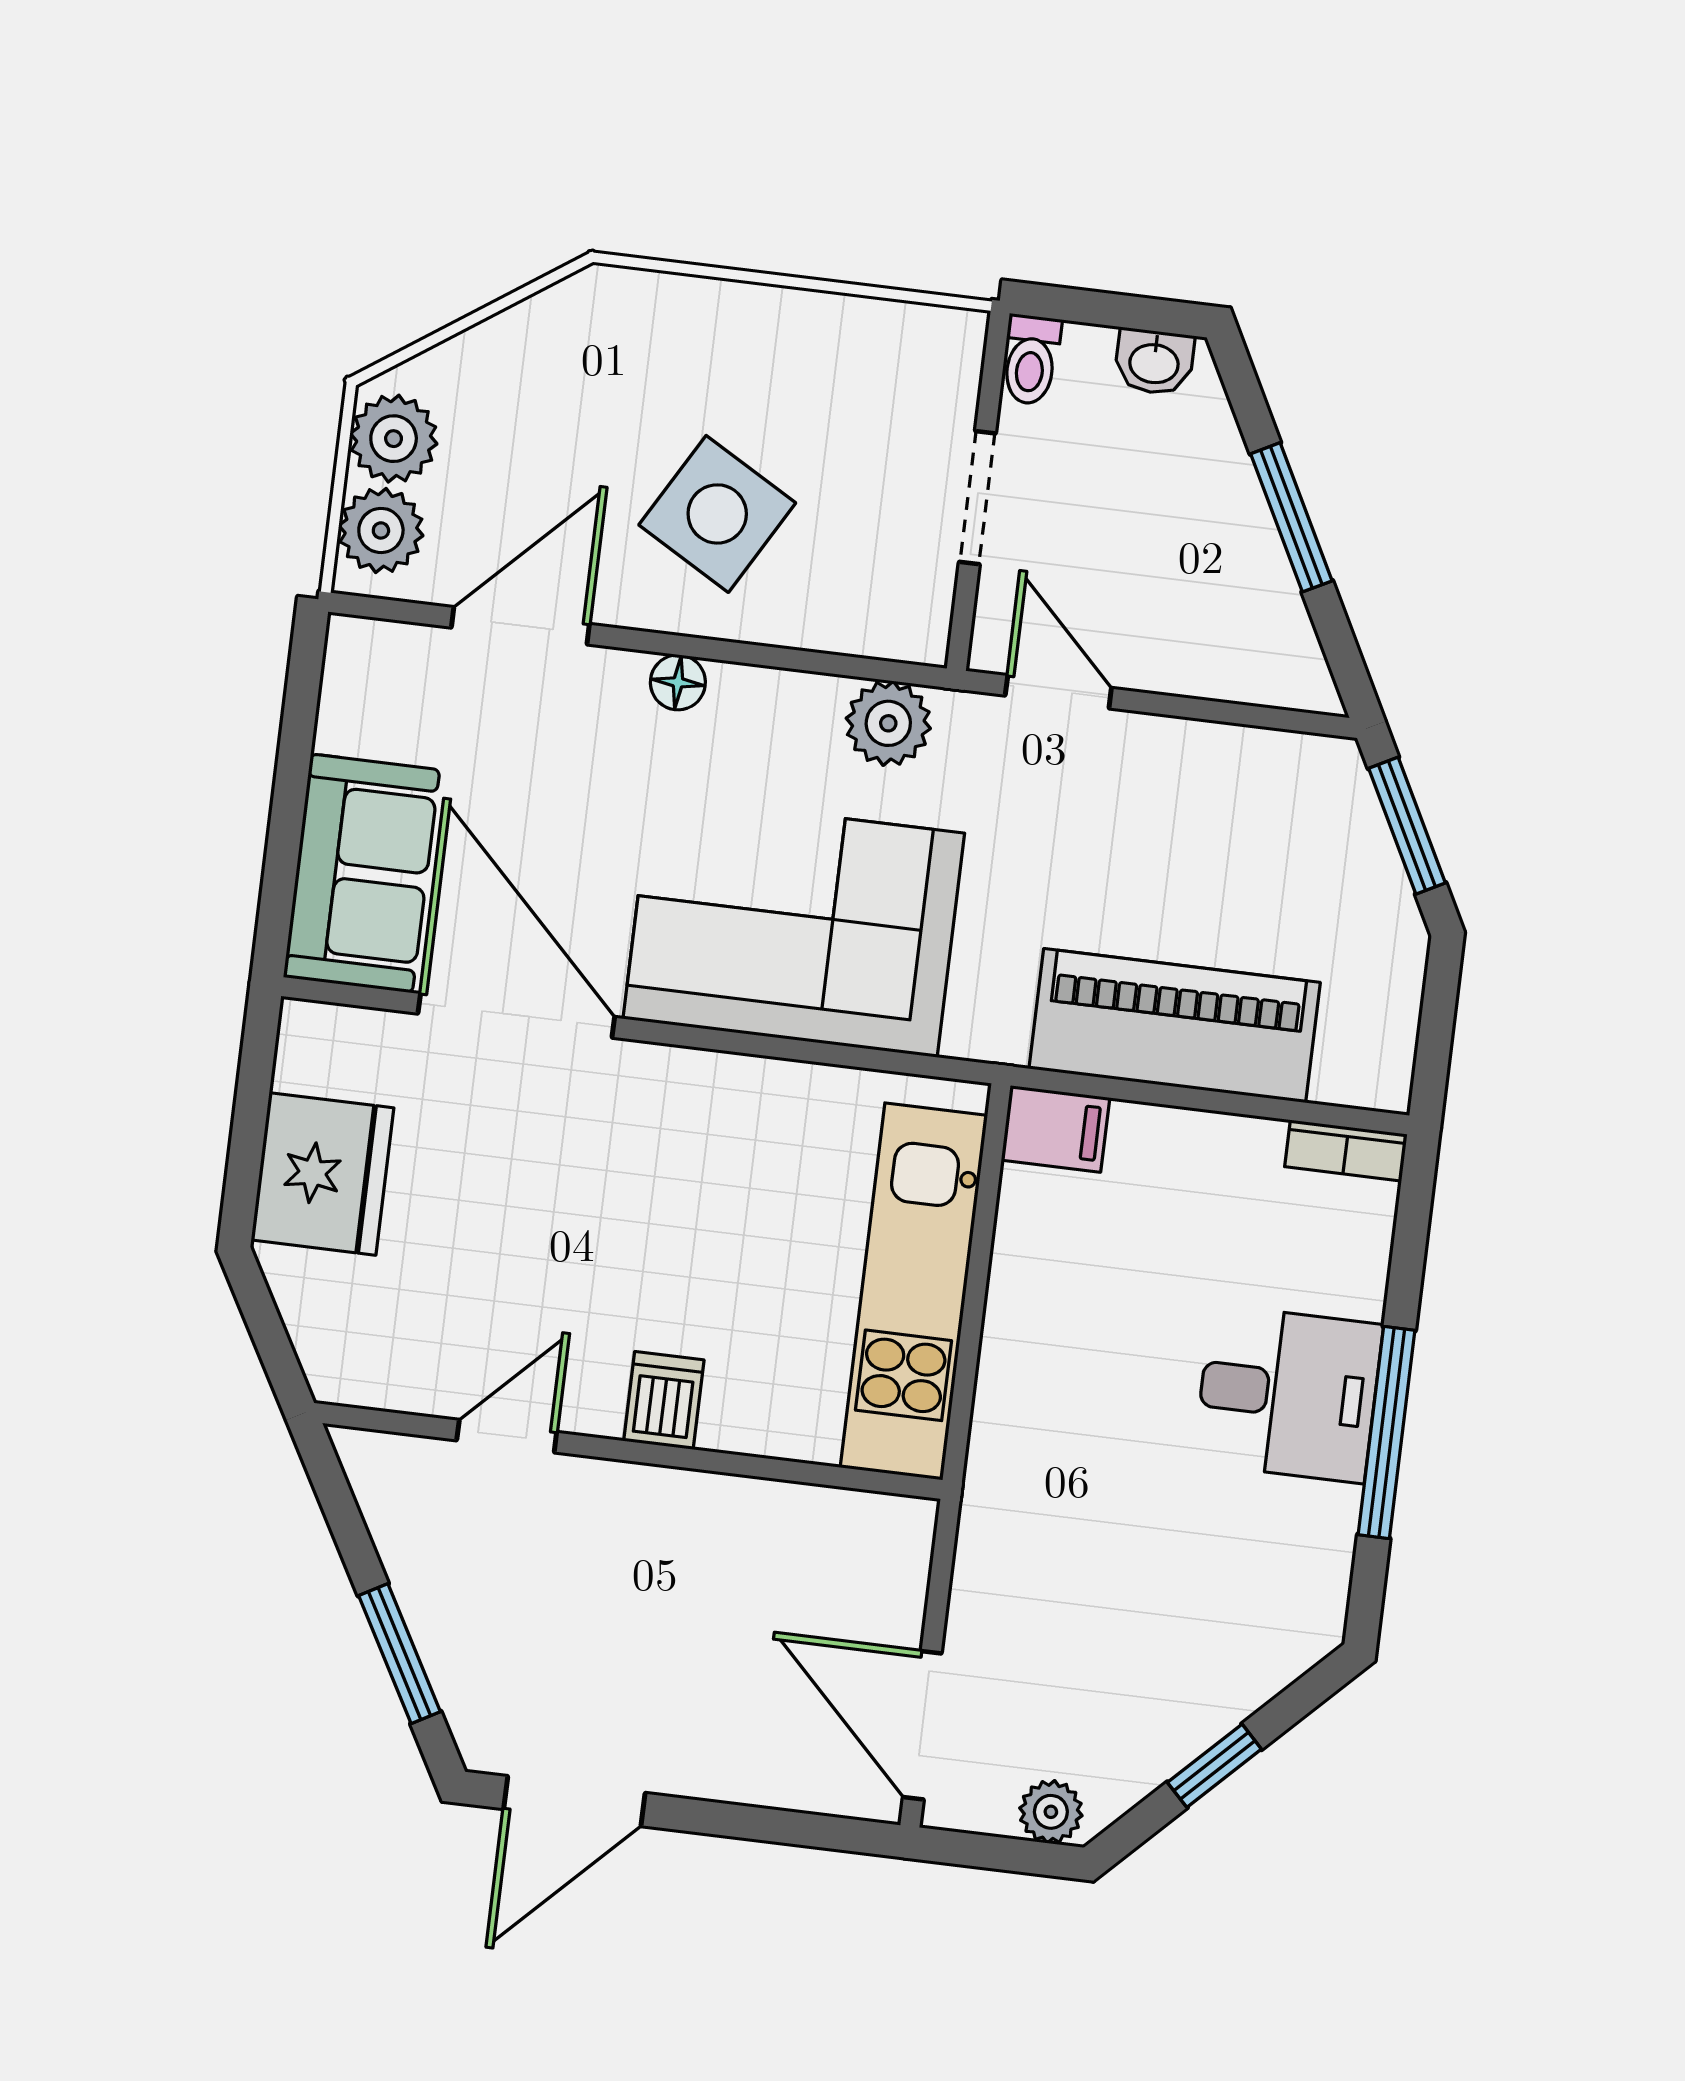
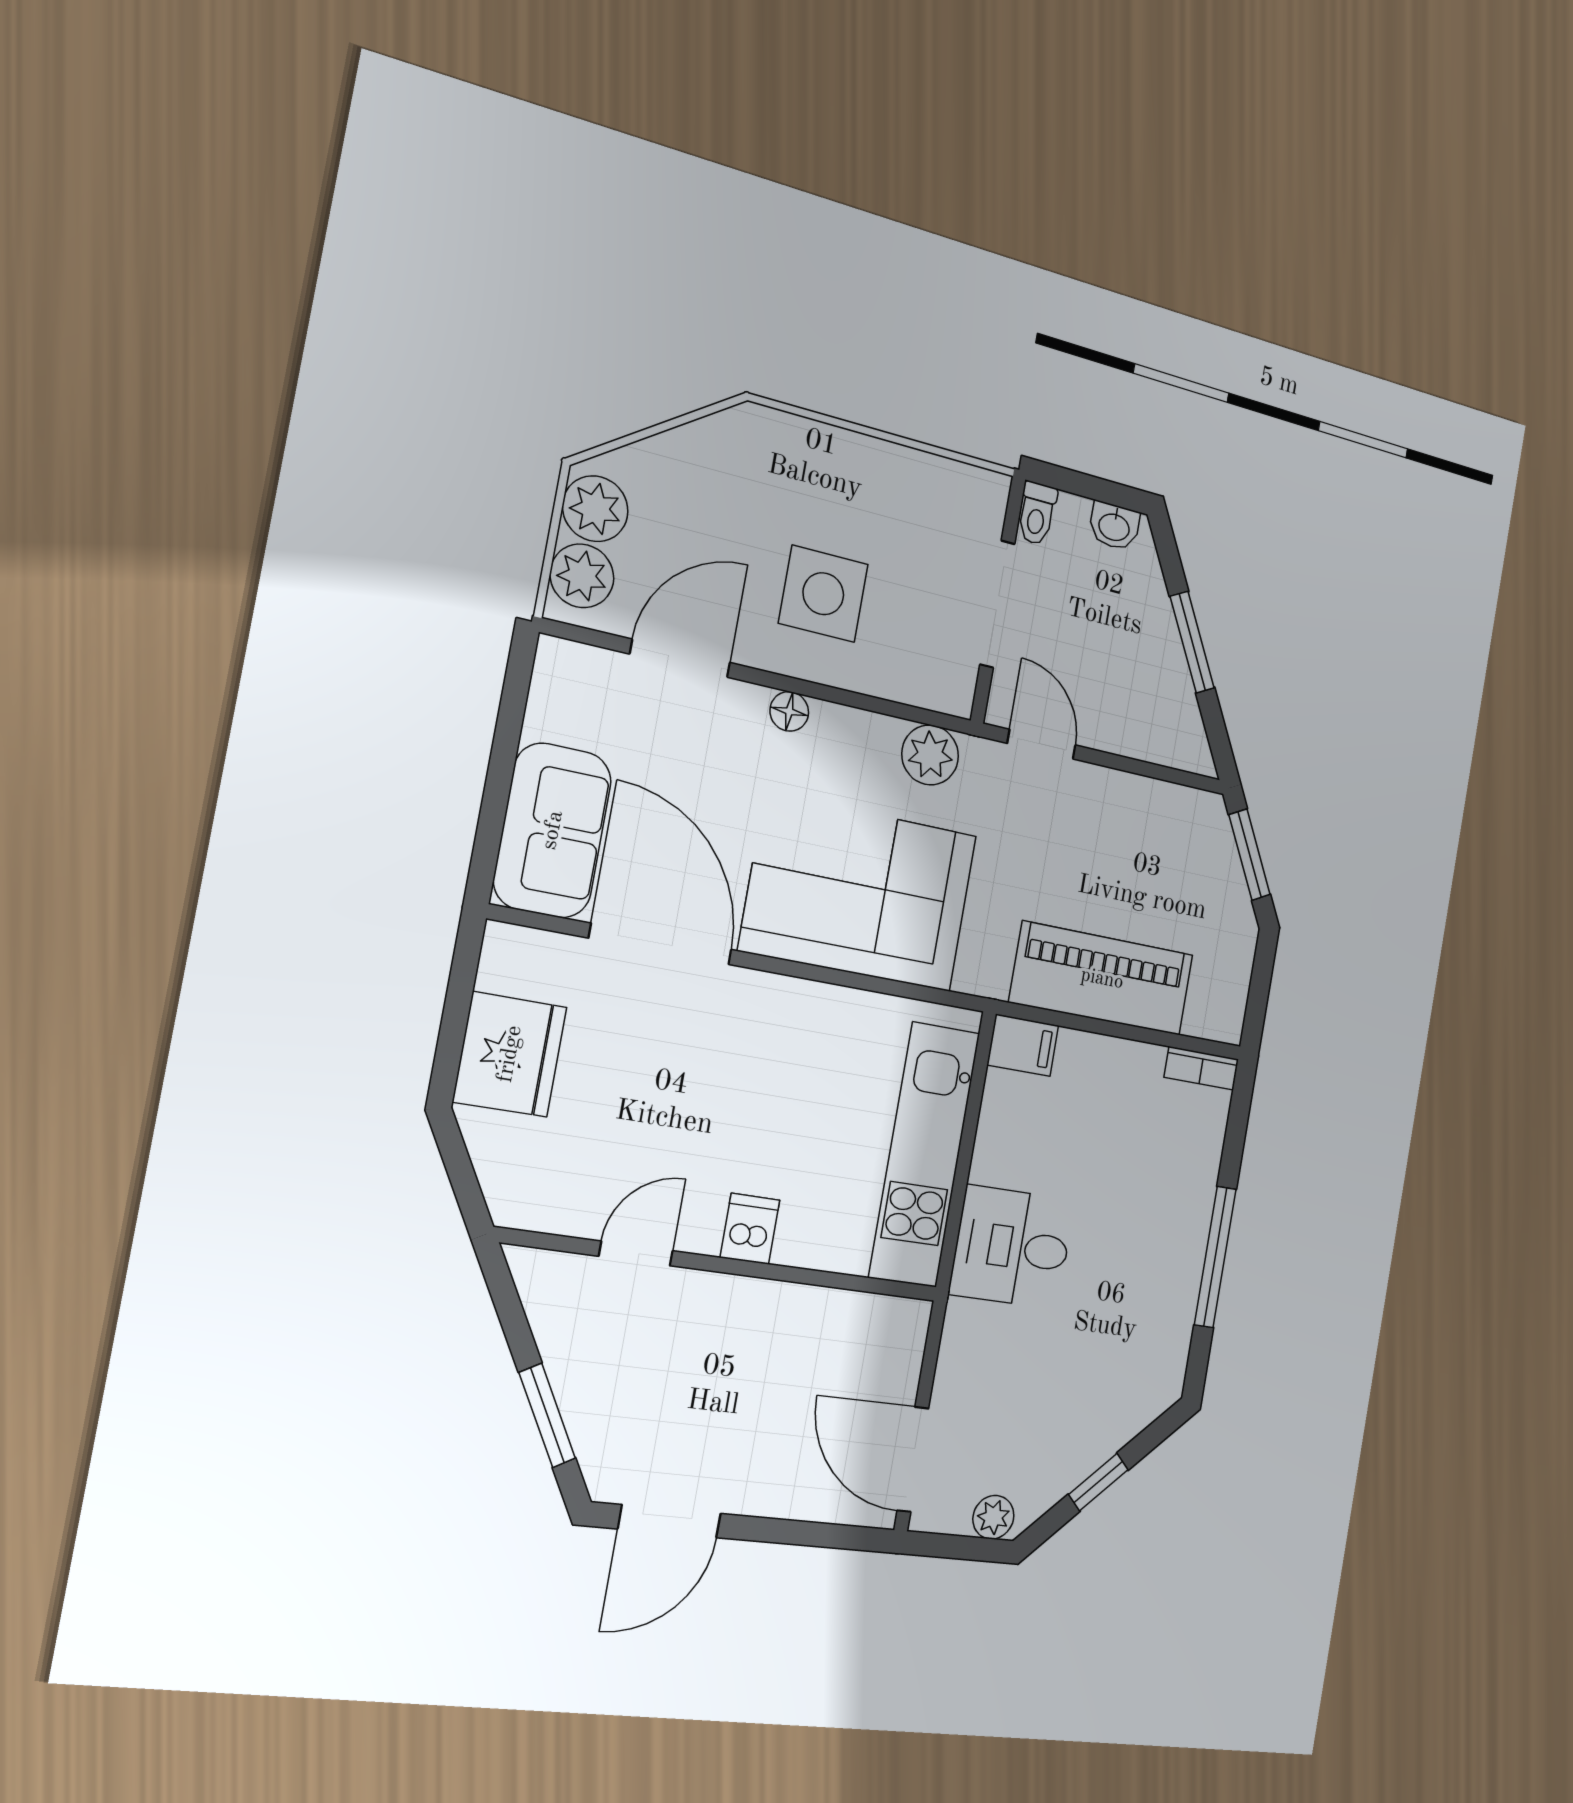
doorway: (977, 498) -> (997, 604), width x1.38
side table: (717, 514) -> (823, 594), turned -30
desk: (1288, 1394) -> (1012, 1247), moved, turned 180

